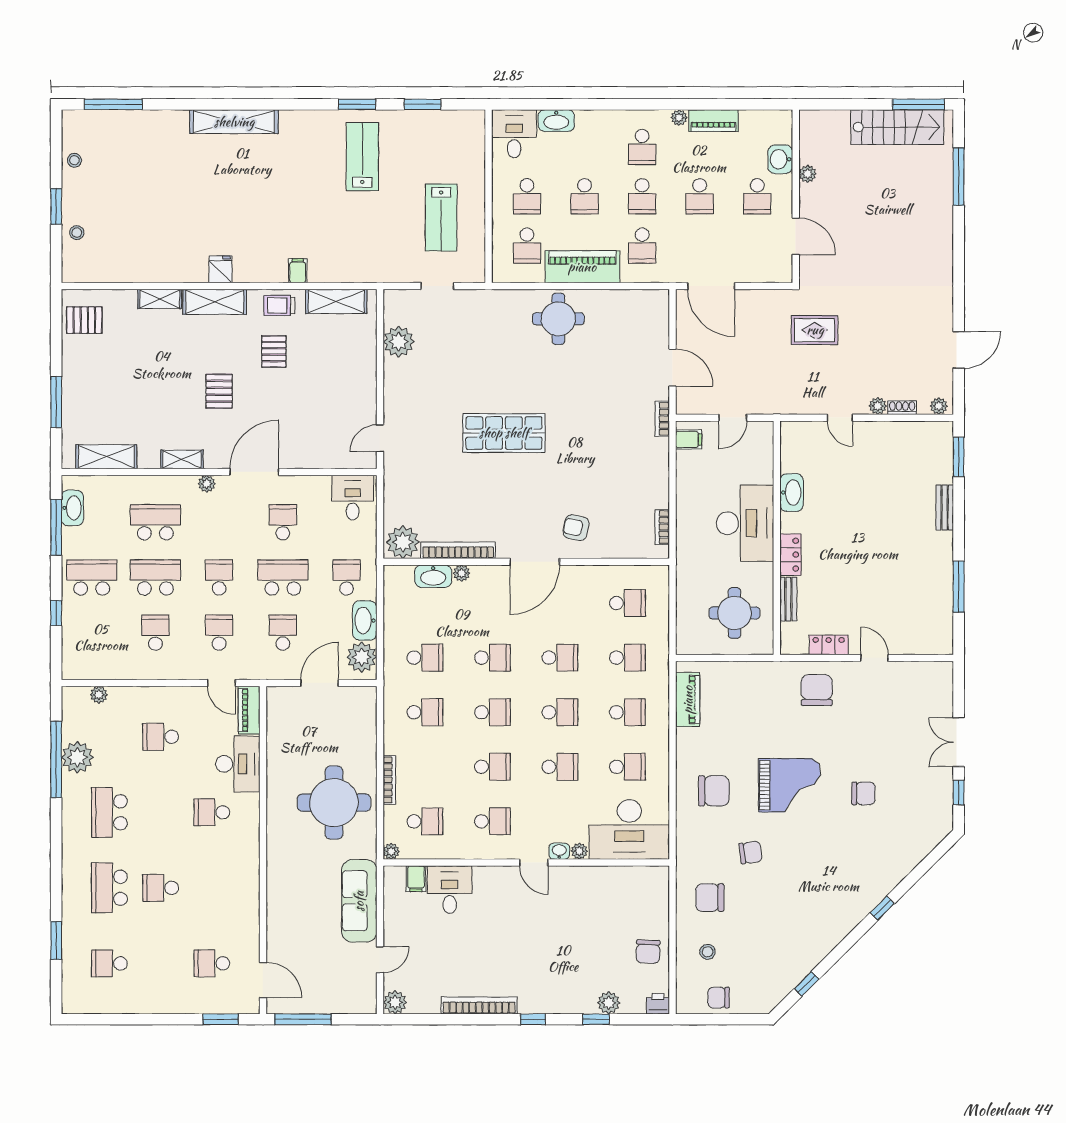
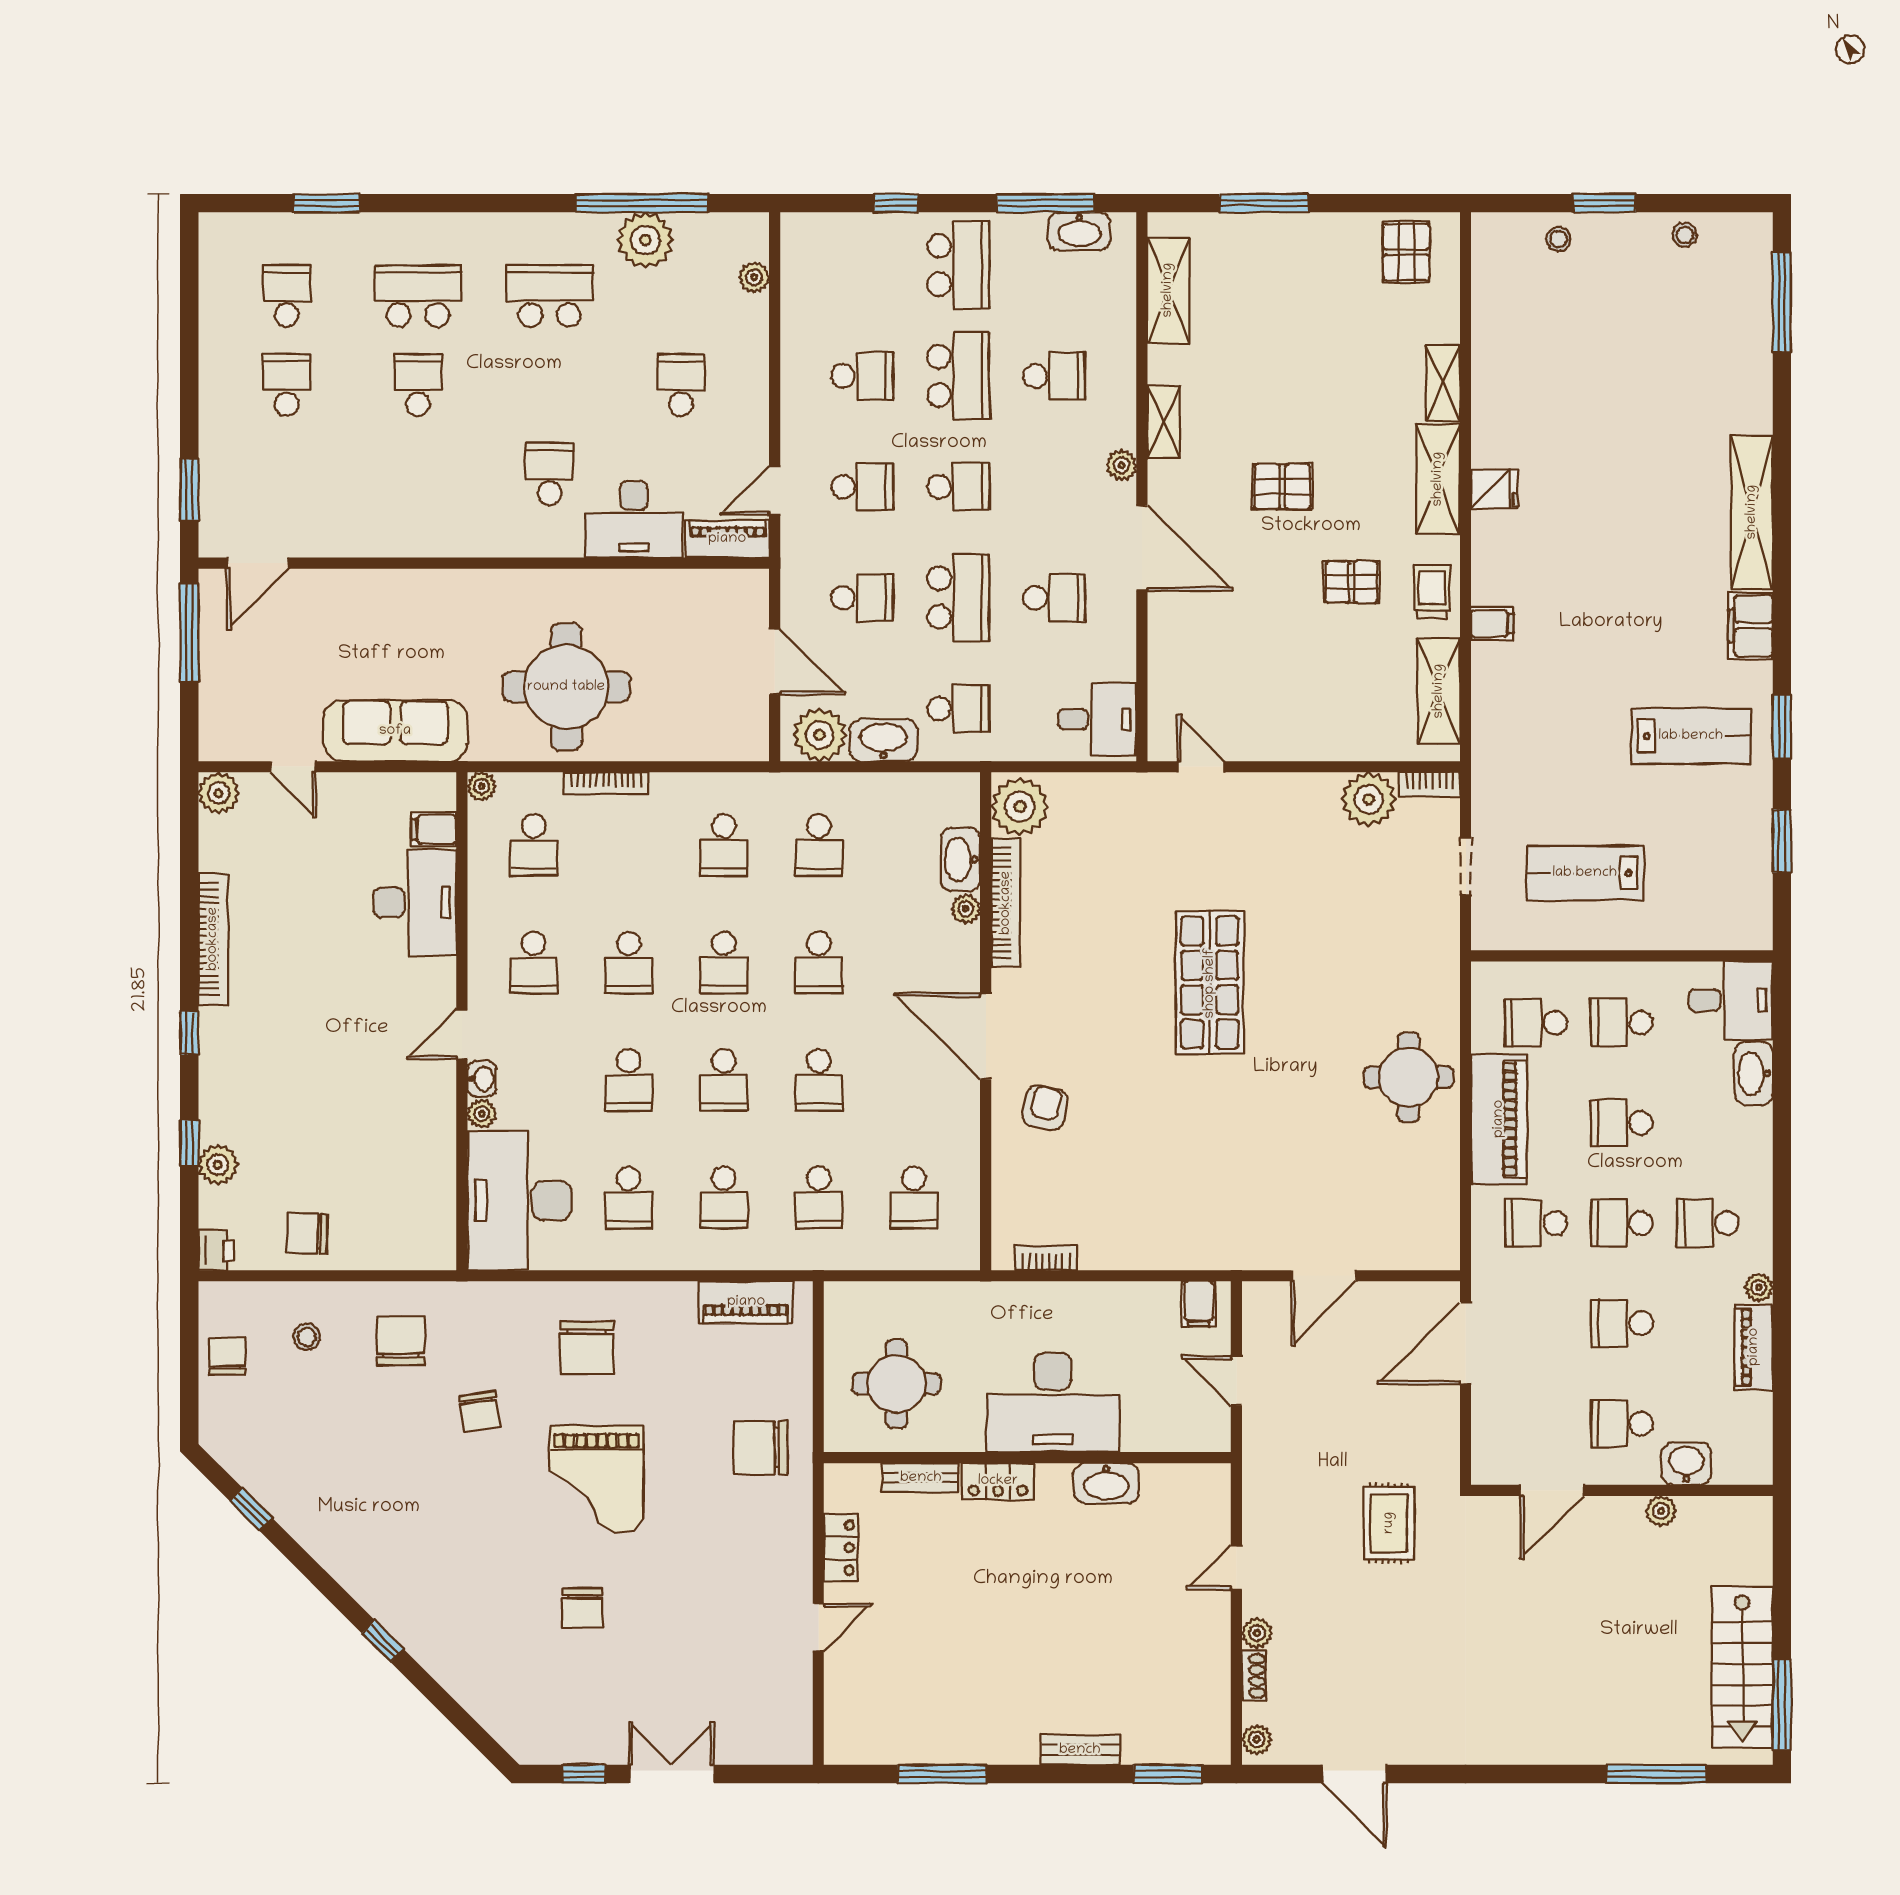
filing cabinet: (299, 122) -> (1751, 626), added
bookcase: (662, 419) -> (1429, 784), moved, turned 180
school desk: (155, 522) -> (1054, 376), width x0.54
chair: (817, 690) -> (760, 1448), moved, turned 180
desk: (450, 890) -> (415, 902), width x1.37
school desk: (212, 963) -> (287, 385), moved

